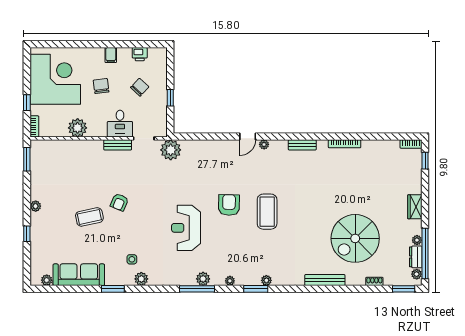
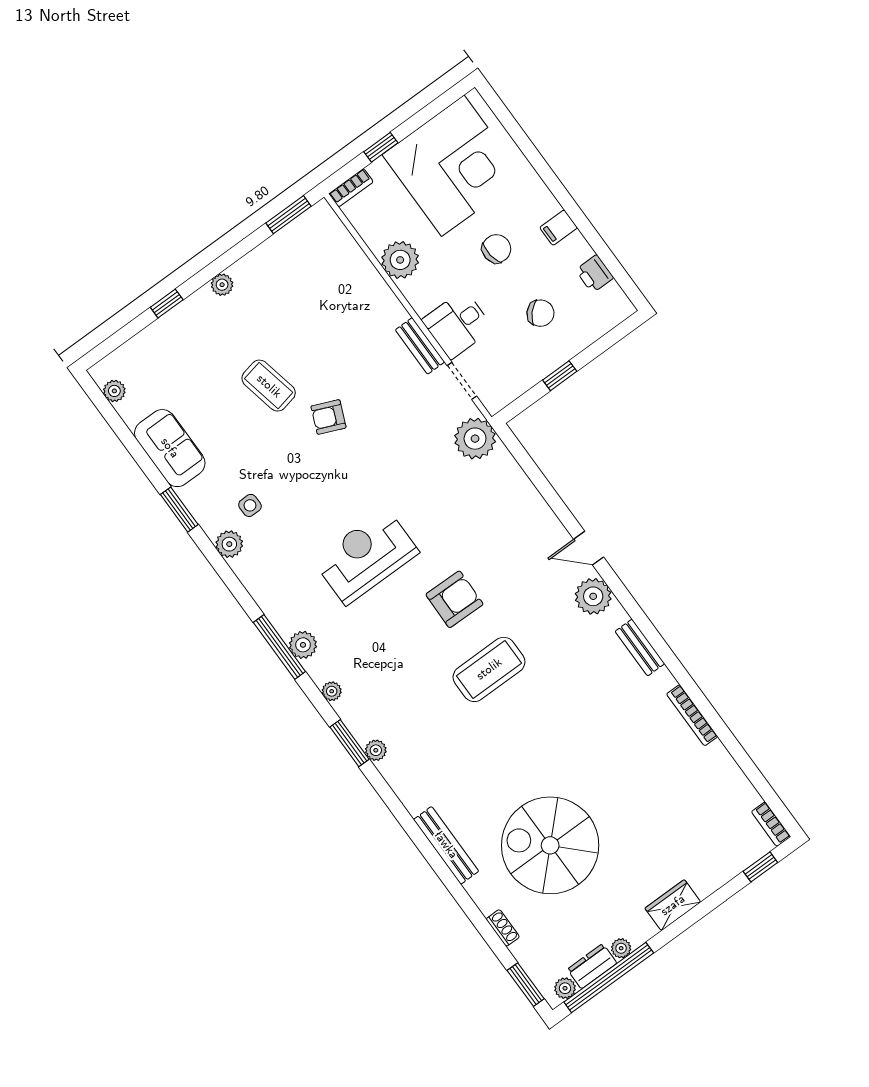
plant: (264, 144) -> (593, 596), width x1.88, depth x1.88
sofa: (79, 275) -> (170, 448), width x0.73

